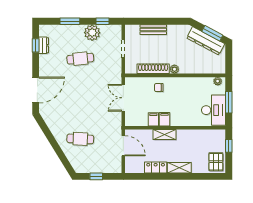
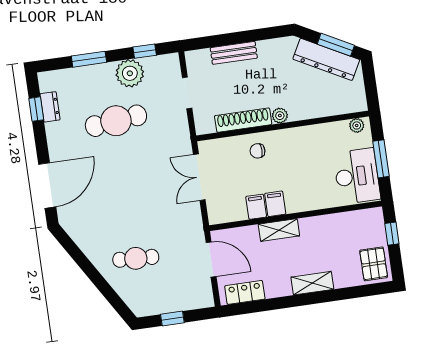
cafe table: (80, 59) -> (116, 121), width x1.37, depth x1.35
locker: (156, 167) -> (245, 292), moved

